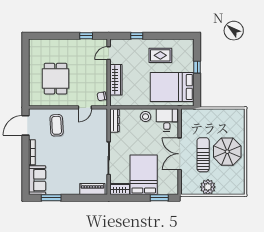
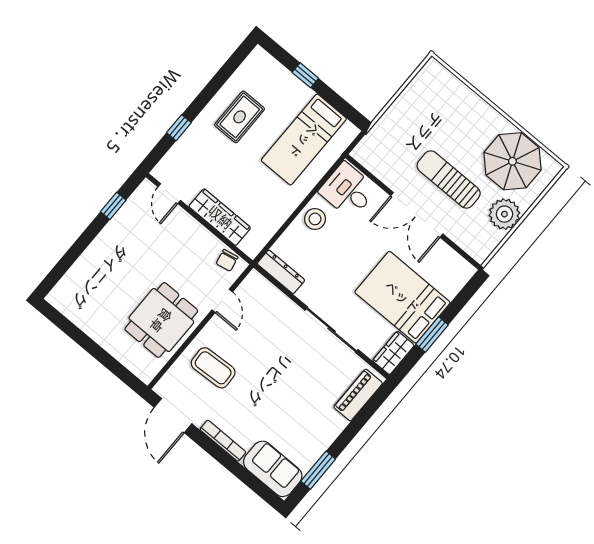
dining table: (56, 79) -> (161, 320), moved, turned 90
bed: (172, 87) -> (304, 140), width x0.67
parasol: (227, 152) -> (512, 161), moved
window: (159, 198) -> (432, 334), moved

